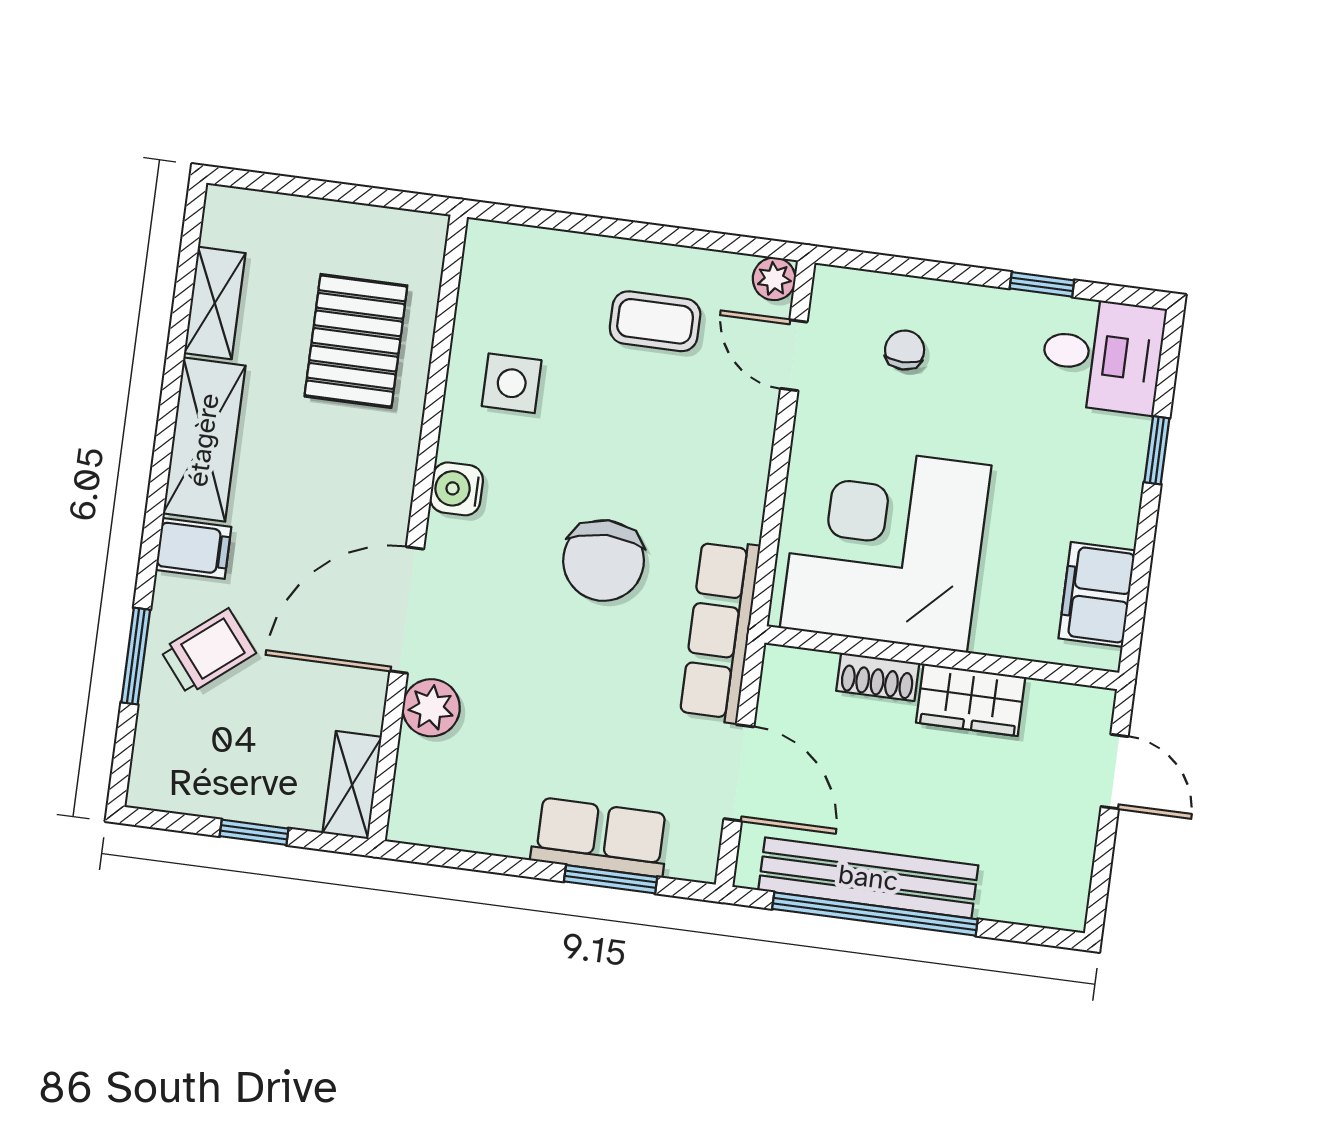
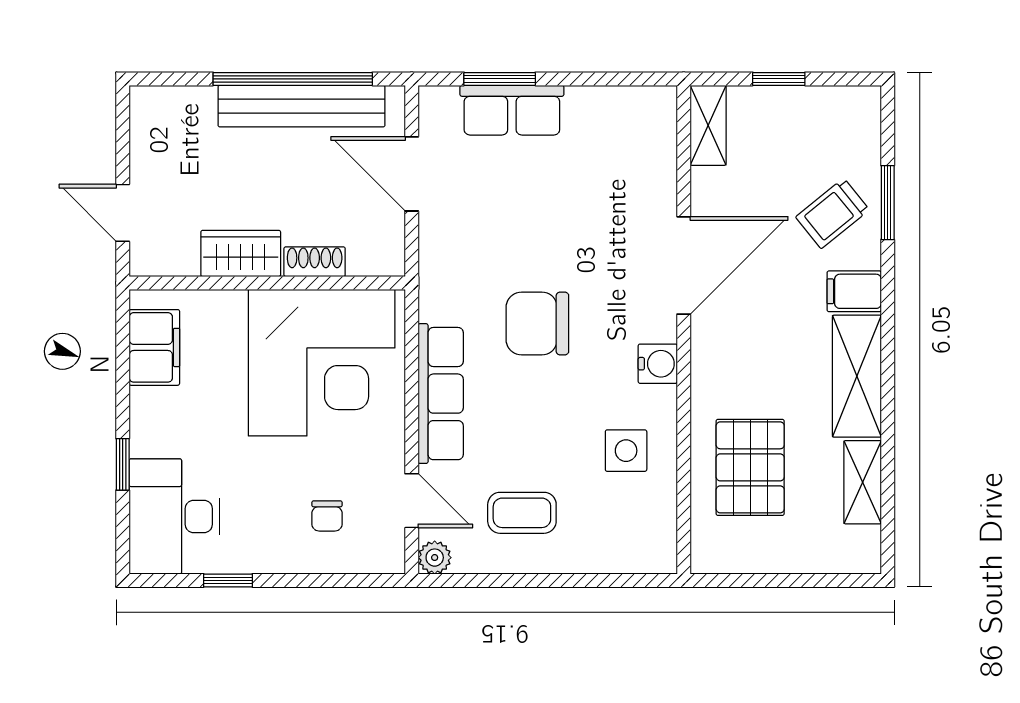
desk: (1102, 355) -> (174, 516), width x1.37
chair: (604, 560) -> (537, 324), turned -90
row of seats: (720, 631) -> (441, 394), moved
plant: (431, 708) -> (655, 193), removed

